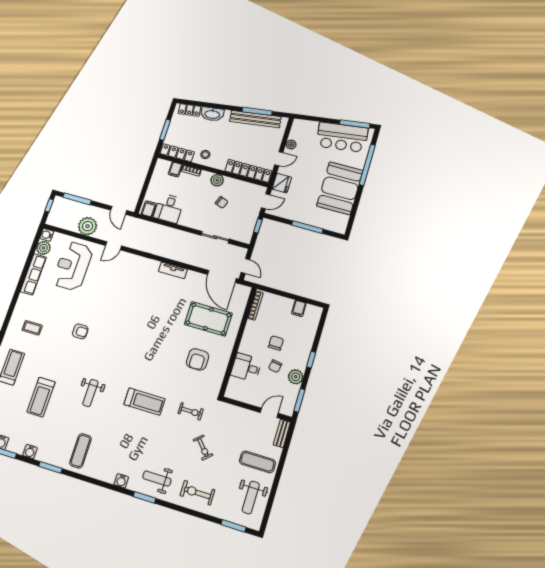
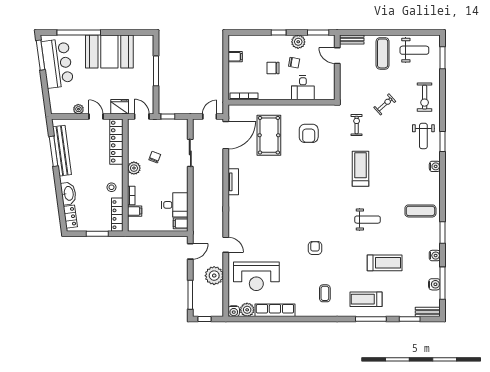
armchair: (198, 359) -> (309, 133), turned 90

